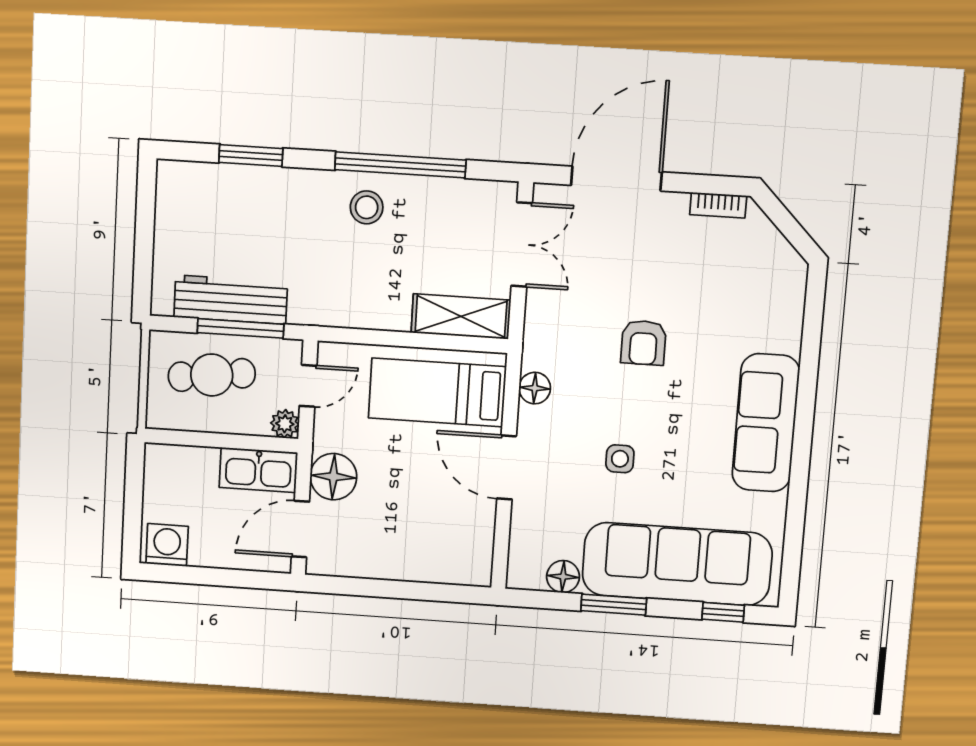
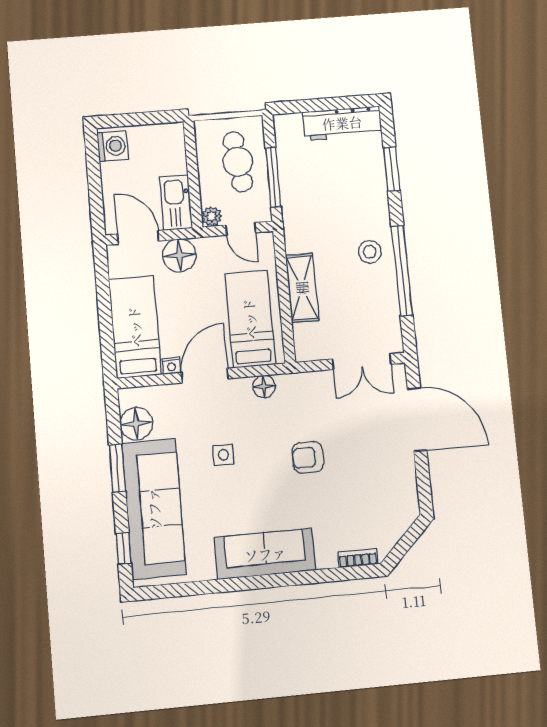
bookcase: (718, 205) -> (358, 558), moved, turned 90
workbench: (231, 300) -> (342, 123), moved, turned 90
shelving: (461, 316) -> (302, 288), moved
nightstand: (485, 511) -> (171, 366), added
bed: (424, 552) -> (135, 327), added
floor lamp: (563, 577) -> (136, 424), width x1.38, depth x1.38

